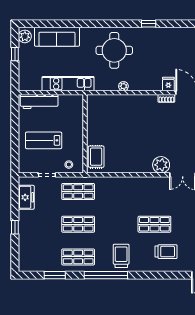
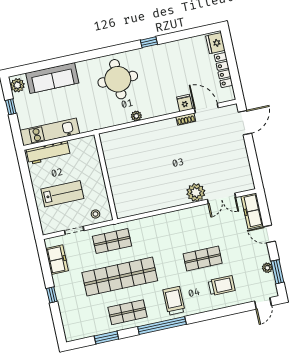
kitchen unit: (68, 84) -> (50, 132), moved
lab bench: (44, 140) -> (62, 194), turned 180
rug: (96, 157) -> (123, 199), removed
shop shelf: (78, 224) -> (120, 277), width x2.00, depth x1.36

